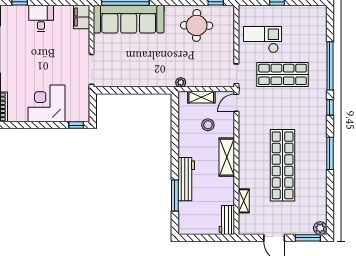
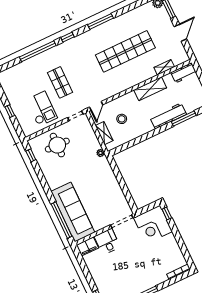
desk: (41, 18) -> (107, 242), moved, turned 90
round table: (197, 25) -> (57, 145), moved
checkout: (262, 40) -> (42, 109), turned 180
shop shelf: (283, 74) -> (60, 82), width x0.70, depth x0.74
corner desk: (46, 103) -> (153, 225), moved
door: (236, 103) -> (96, 106), hinge flipped
shelving: (227, 157) -> (150, 89), moved

